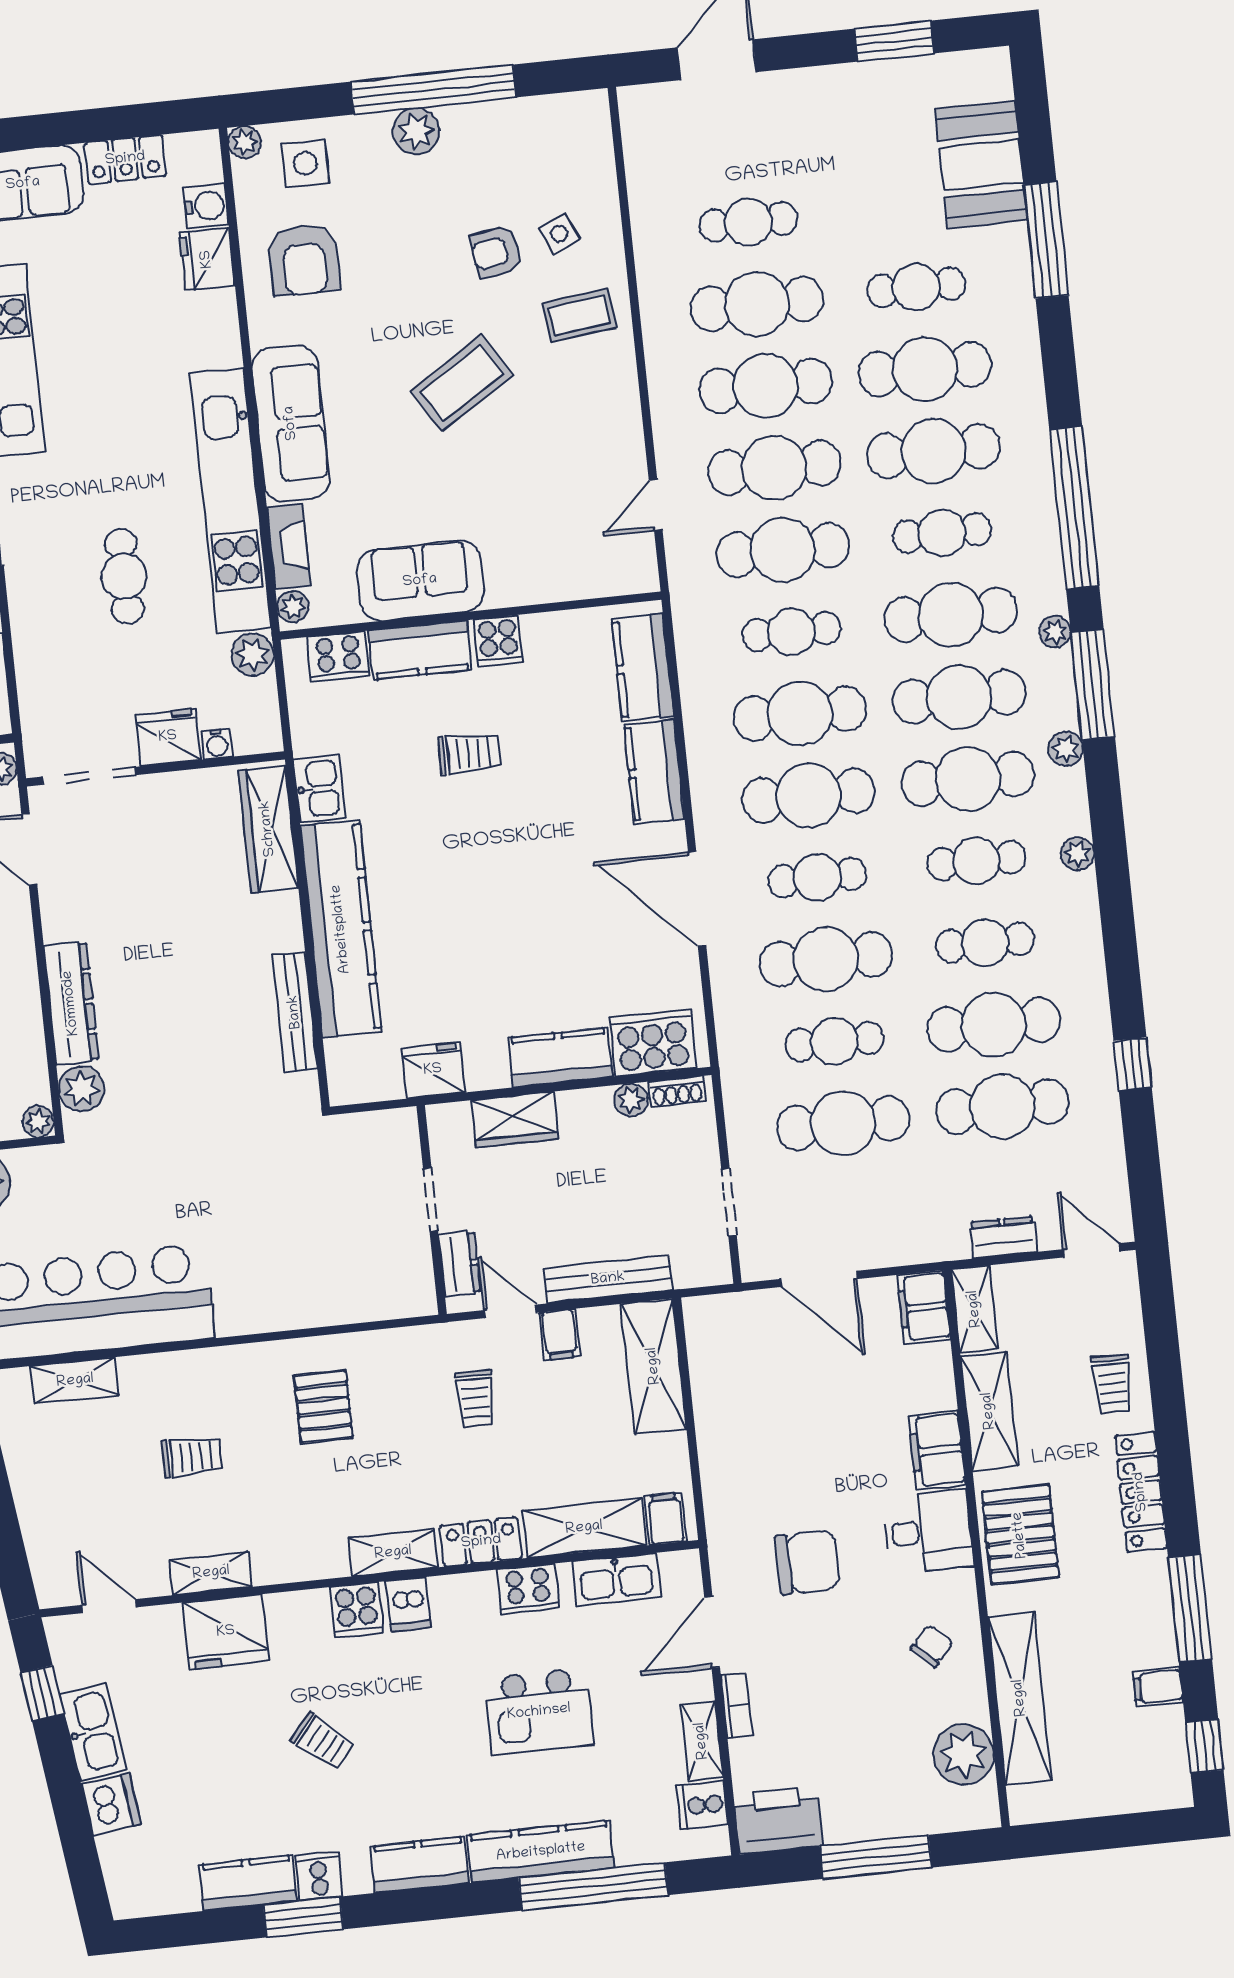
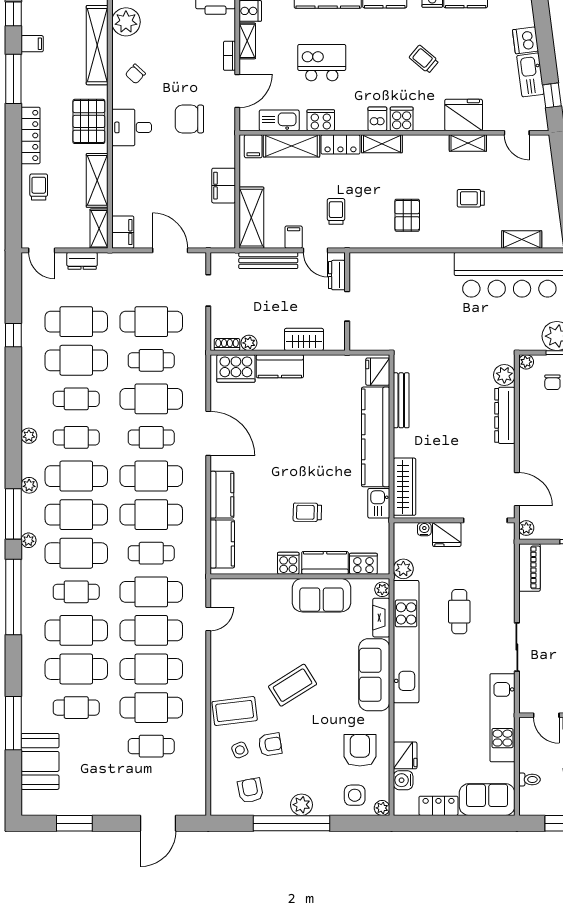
armchair: (528, 150) -> (250, 790), added
coffee table: (579, 315) -> (235, 711), width x1.36, depth x1.30
fridge: (433, 1070) -> (378, 372), moved, turned 90
filing cabinet: (937, 1450) -> (224, 186), moved, turned 180

